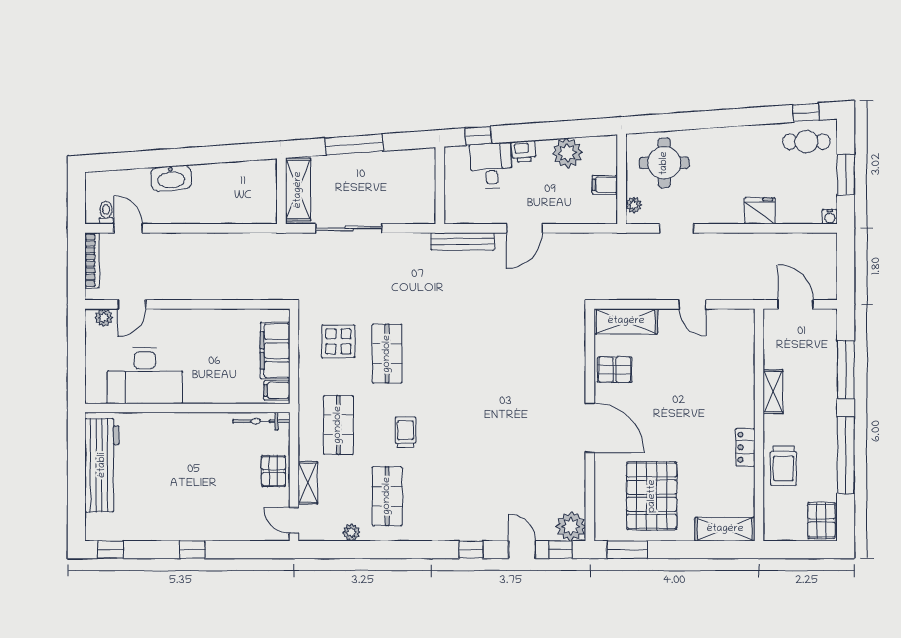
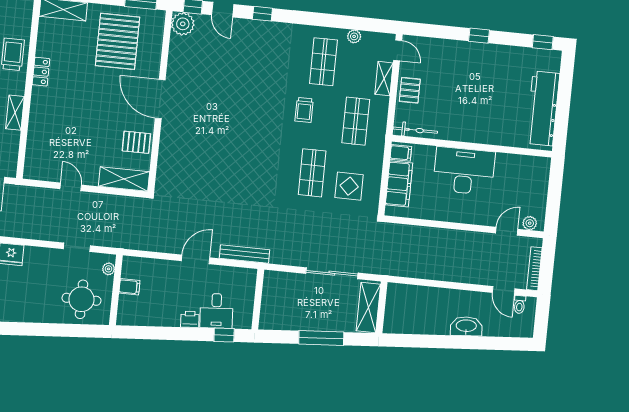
plant: (567, 153) -> (156, 315), removed
desk: (145, 376) -> (464, 171), moved

